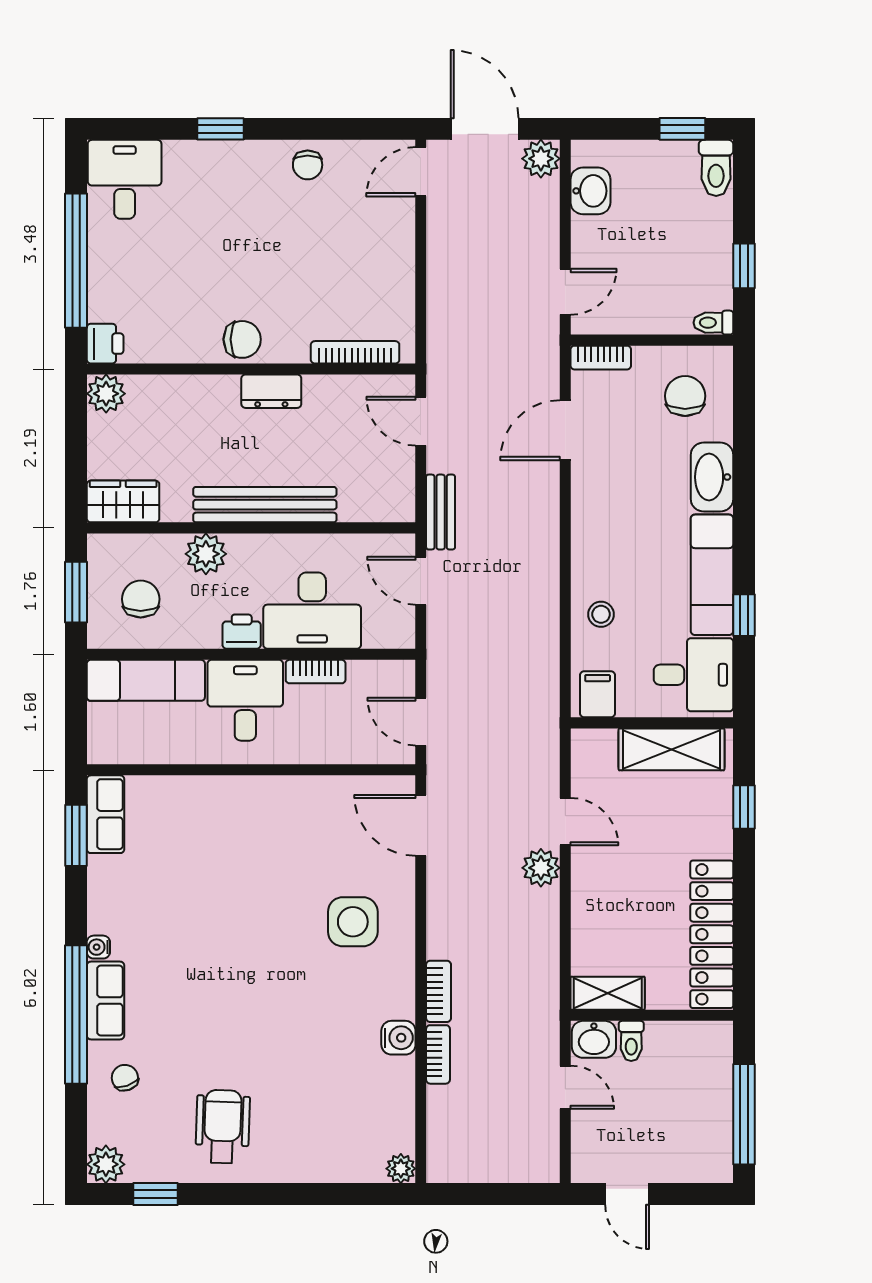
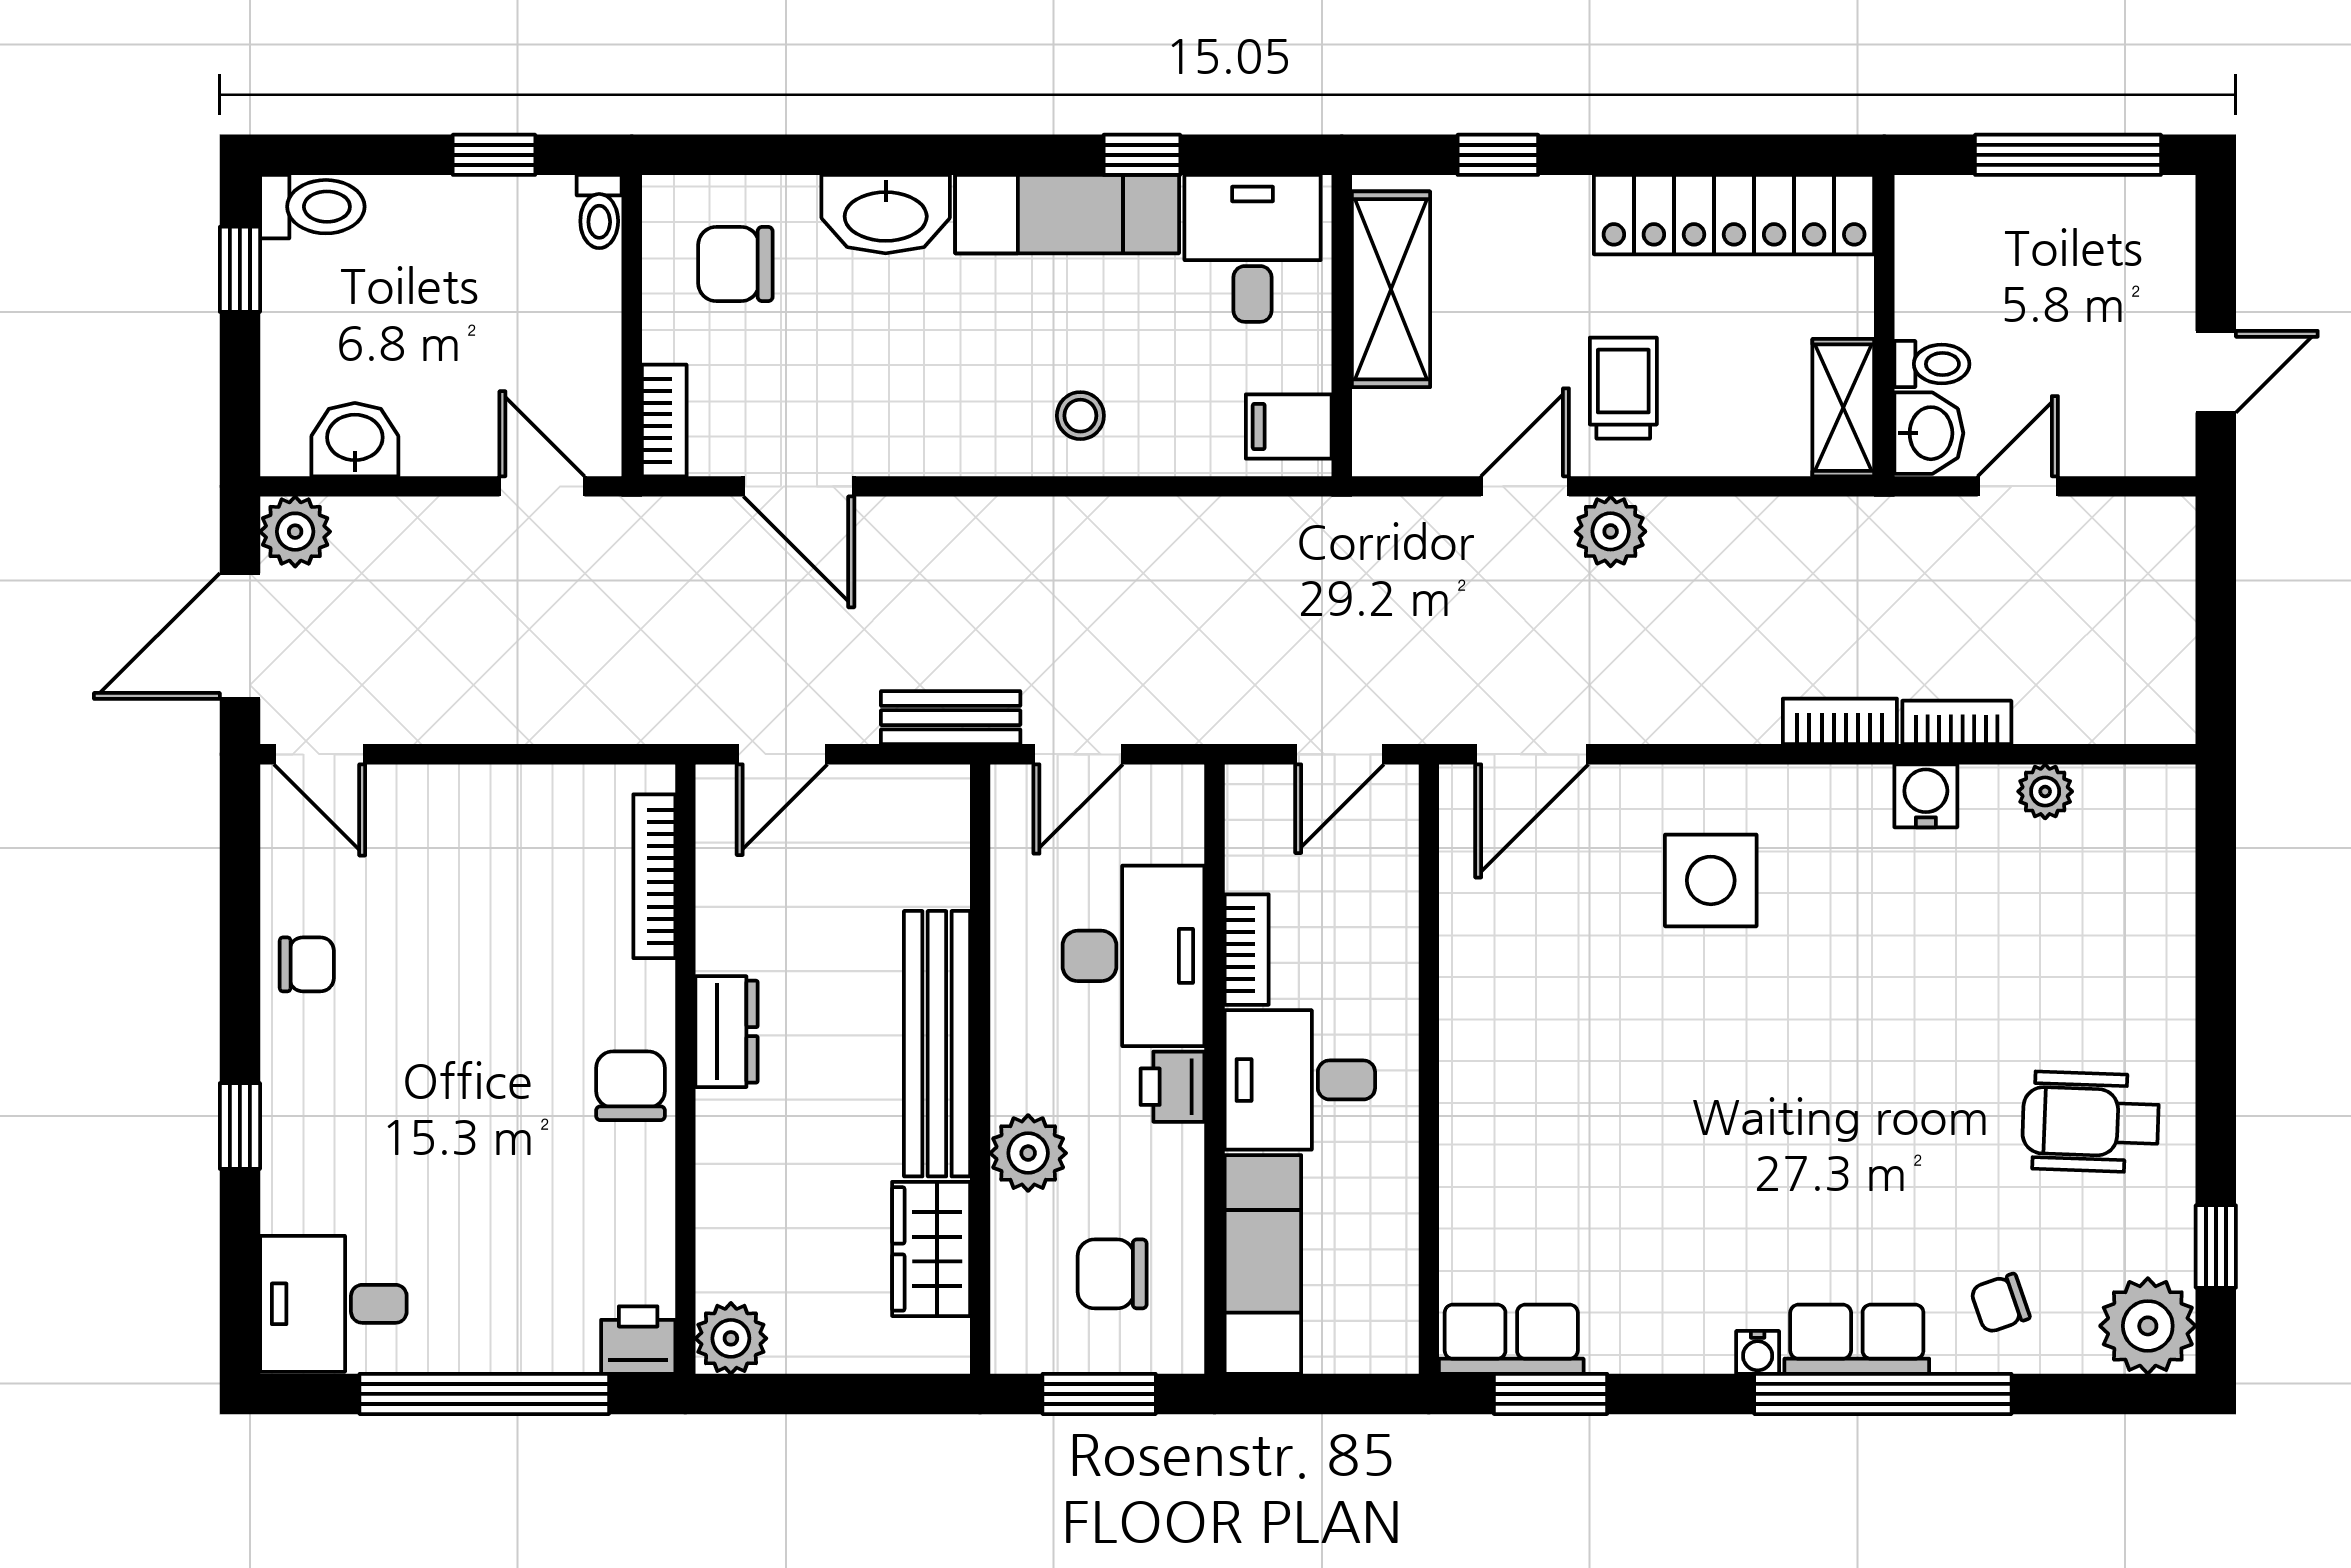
wardrobe: (123, 501) -> (931, 1249), moved
stool: (601, 614) -> (1080, 416), moved
trolley: (618, 875) -> (1623, 388), added
plant: (106, 1164) -> (2148, 1326), width x1.36, depth x1.36
plant: (401, 1169) -> (2045, 791), moved

